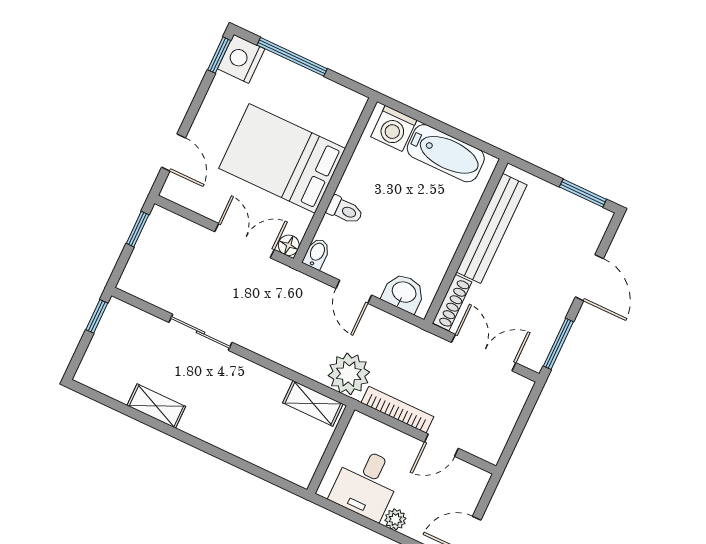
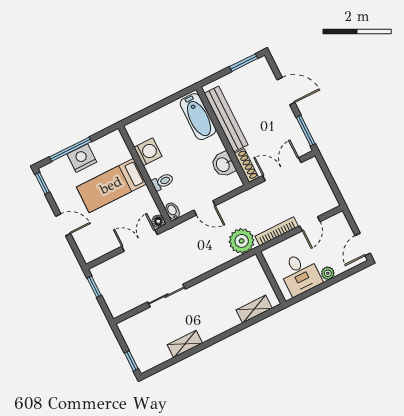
nightstand: (241, 59) -> (82, 158), moved, turned 90
washing machine: (394, 128) -> (148, 152), moved, turned -90
door: (173, 152) -> (63, 225), moved
bathtub: (446, 153) -> (198, 117), moved, turned 90
bed: (282, 158) -> (111, 185), width x0.67
washbasin: (404, 293) -> (223, 164), moved, turned -90
window: (97, 316) -> (131, 361), moved
shelving: (313, 403) -> (254, 309), moved

